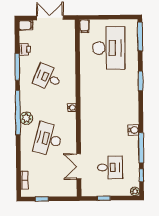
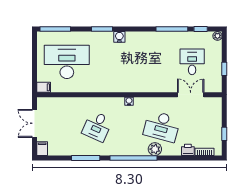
printer: (25, 49) -> (188, 150), moved
plant: (26, 118) -> (155, 149), moved
water cooler: (134, 130) -> (119, 37), moved
double door: (79, 166) -> (191, 95), swing flipped

